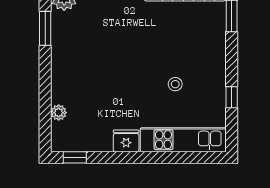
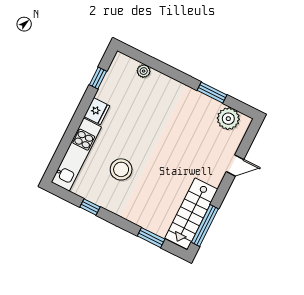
stool: (175, 84) -> (121, 169), width x1.89, depth x1.89
window: (75, 157) -> (98, 78), moved

